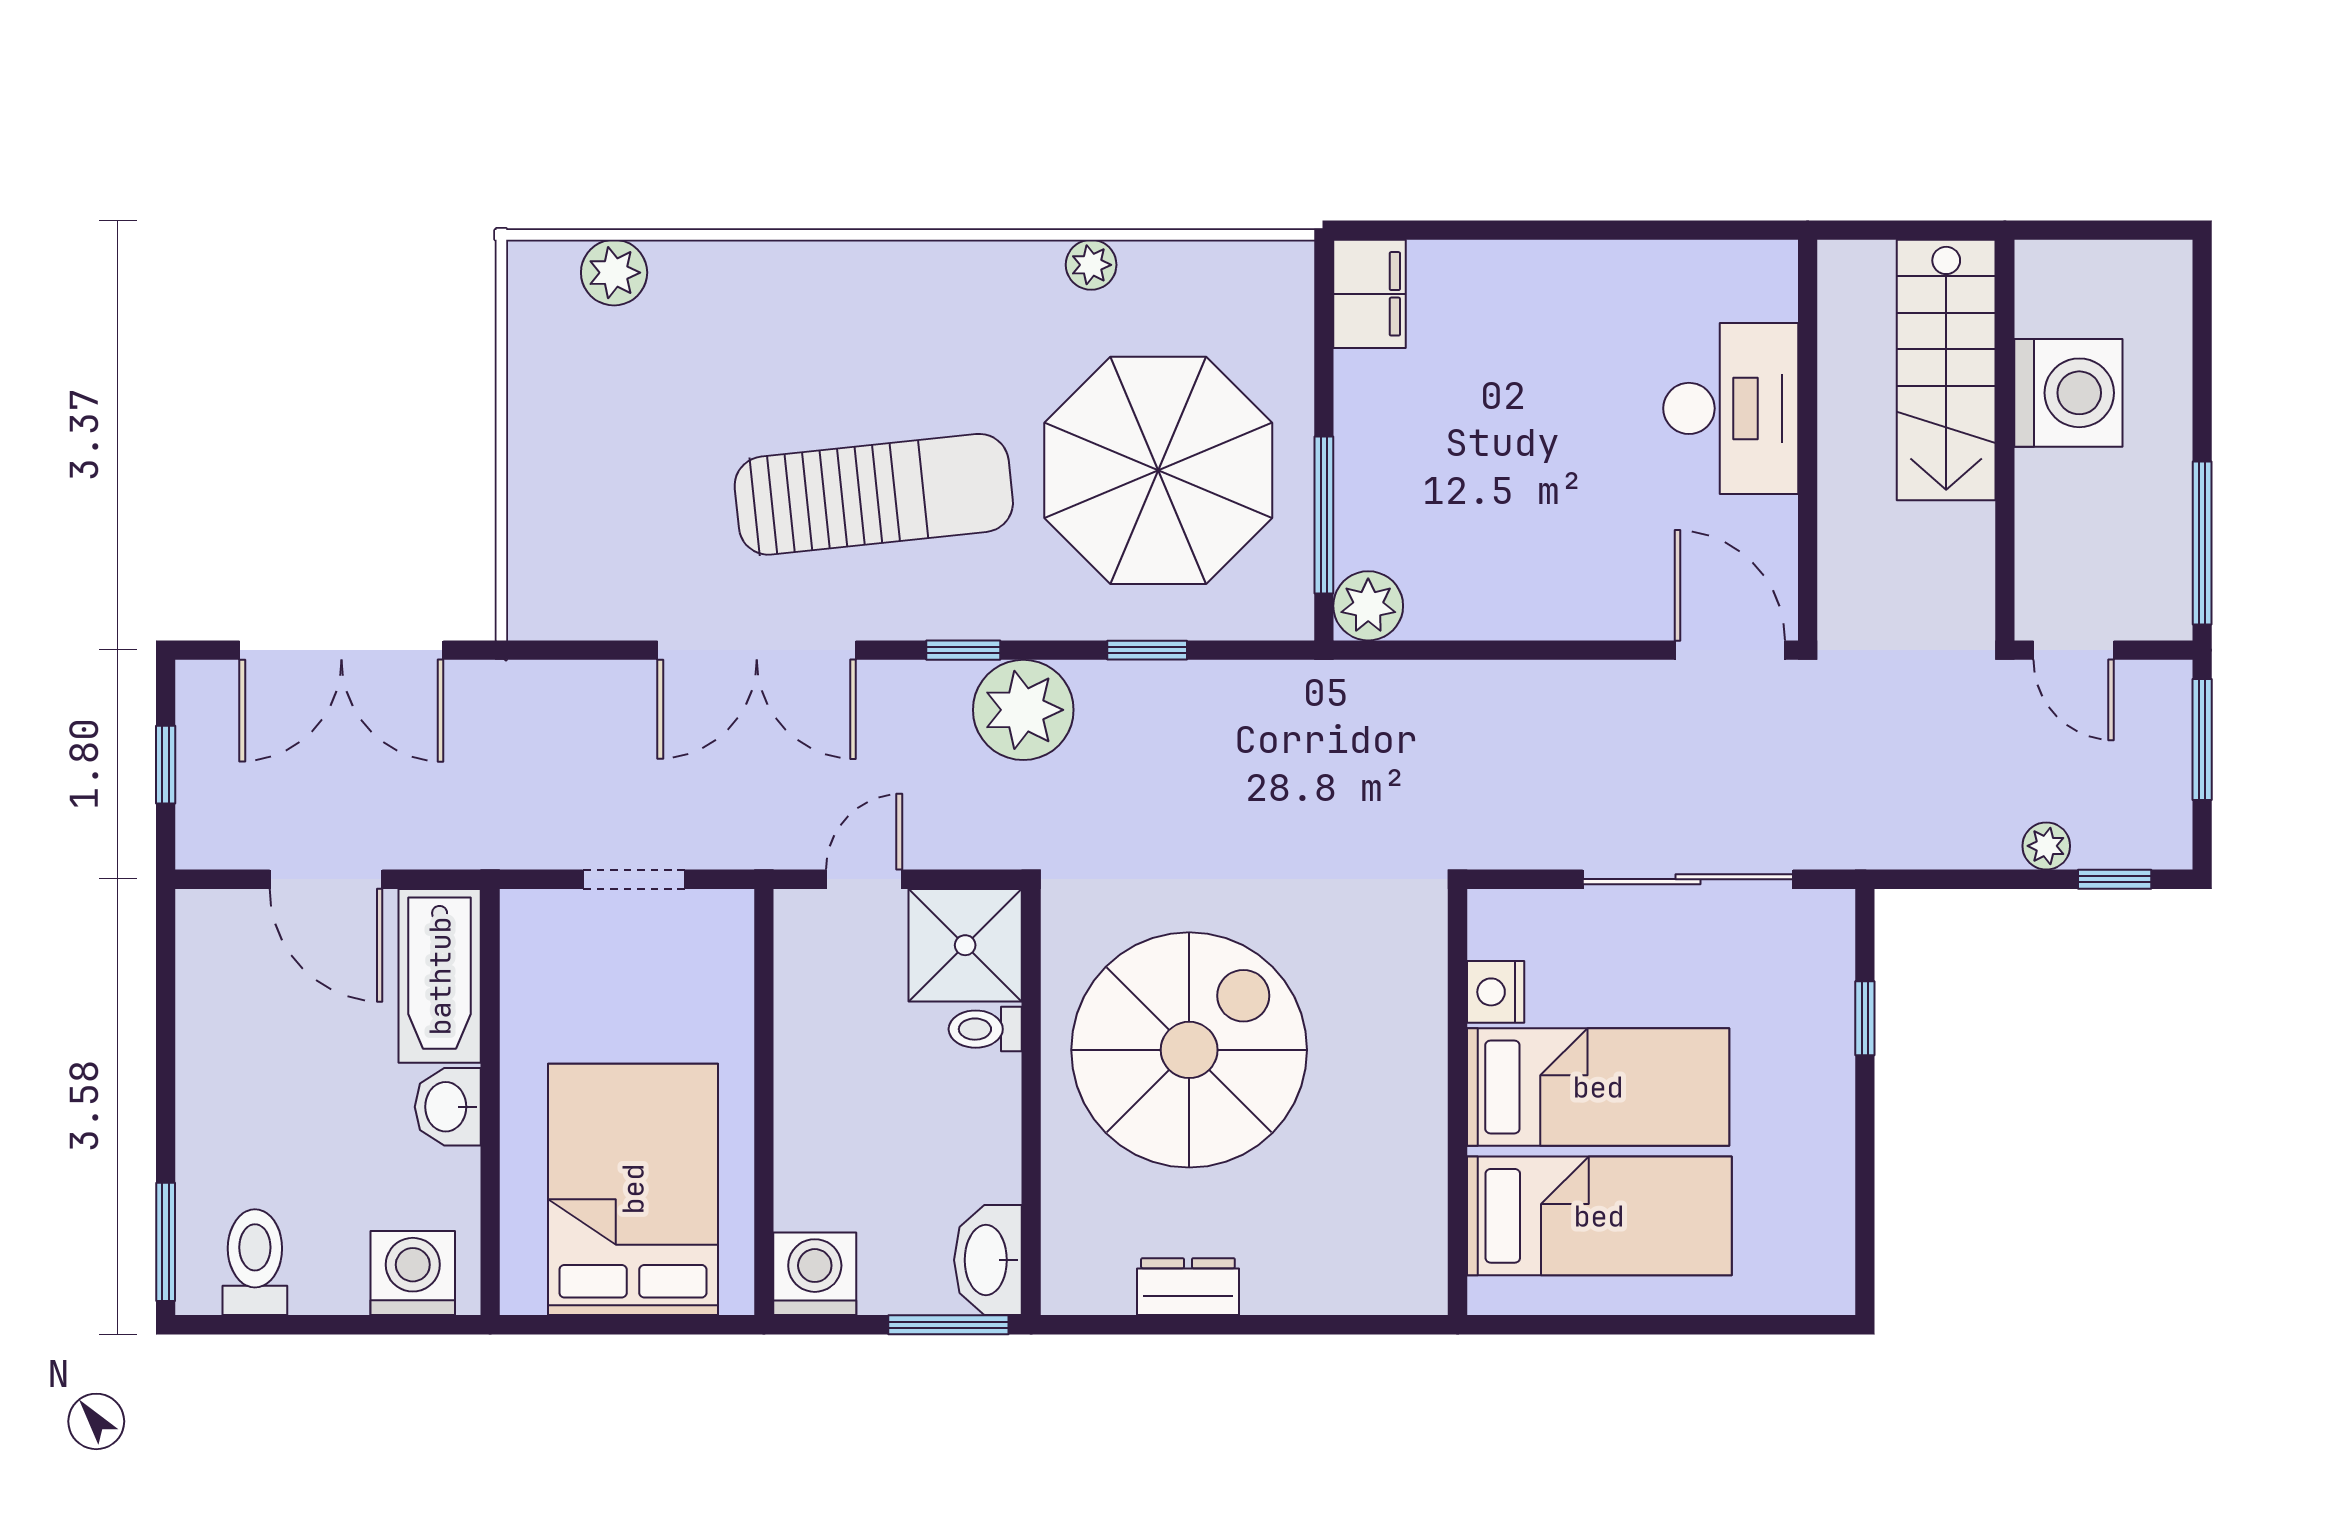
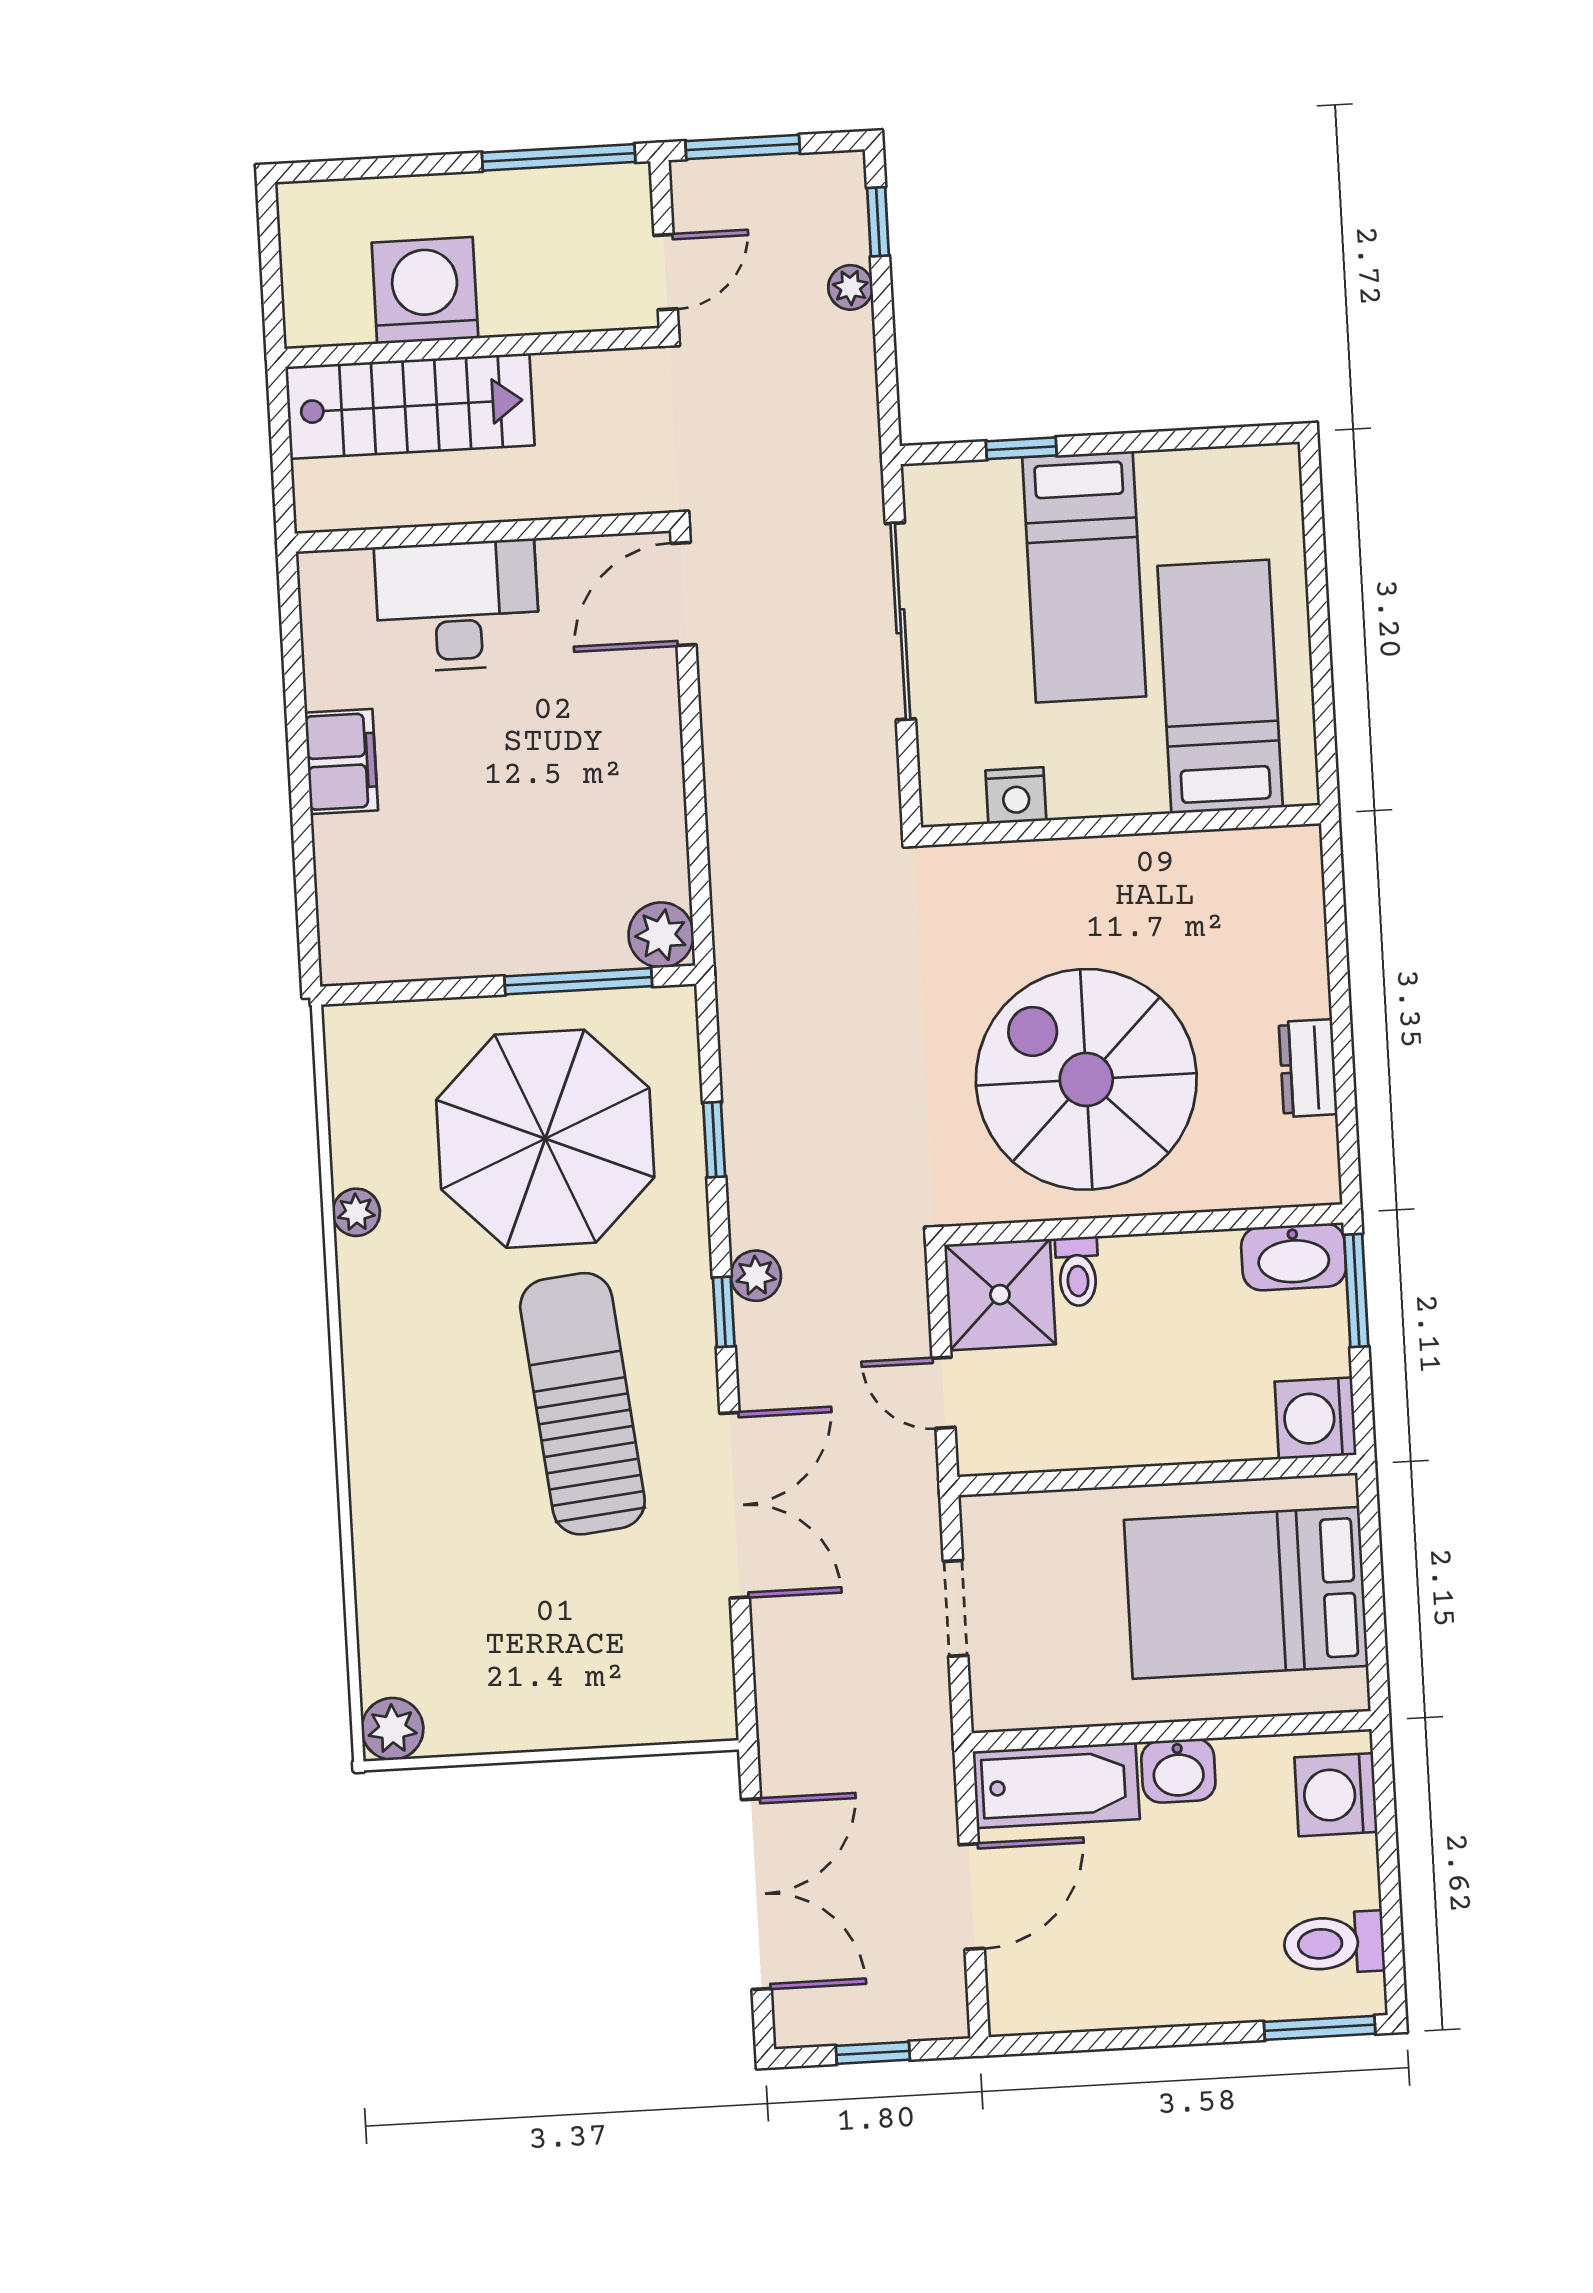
plant: (614, 273) -> (392, 1729), moved
filing cabinet: (1370, 294) -> (341, 761), moved, turned 90
plant: (1023, 710) -> (756, 1276), width x0.53, depth x0.53
bed: (1598, 1087) -> (1084, 577), moved, turned 180

